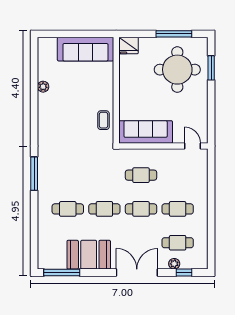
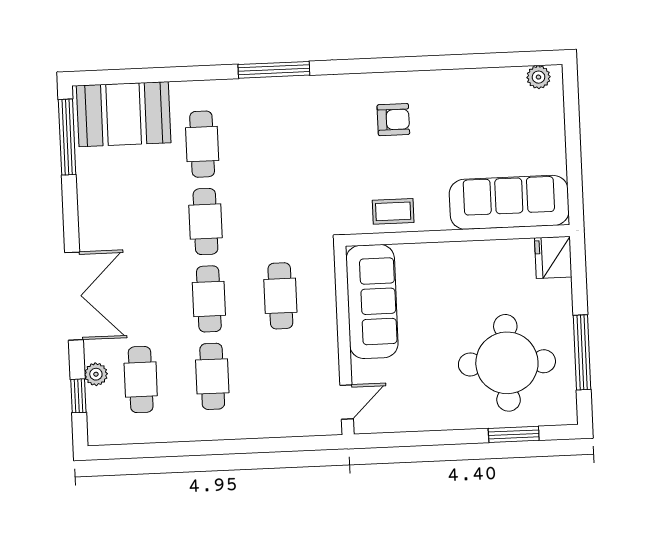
sofa: (85, 49) -> (509, 202), moved, turned 90
plant: (43, 87) -> (538, 77), moved
armchair: (60, 118) -> (393, 120), added
booth: (89, 255) -> (124, 114), moved, turned 90

